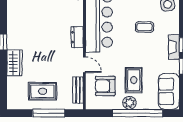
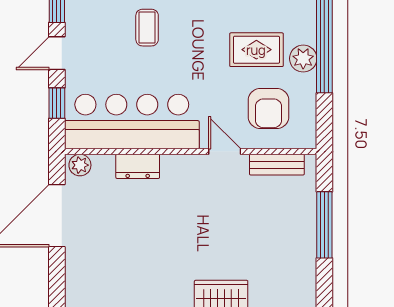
dresser: (77, 37) -> (138, 166), moved
door: (84, 65) -> (225, 152), hinge flipped
rug: (43, 91) -> (279, 238), removed

